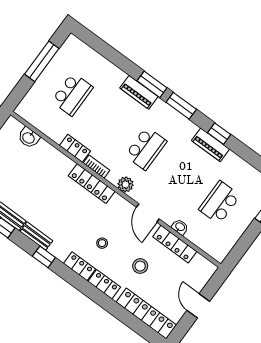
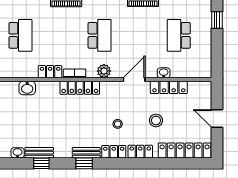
washbasin: (29, 138) -> (27, 88), moved
door: (148, 213) -> (134, 79), swing flipped
bench: (36, 236) -> (86, 153), moved

